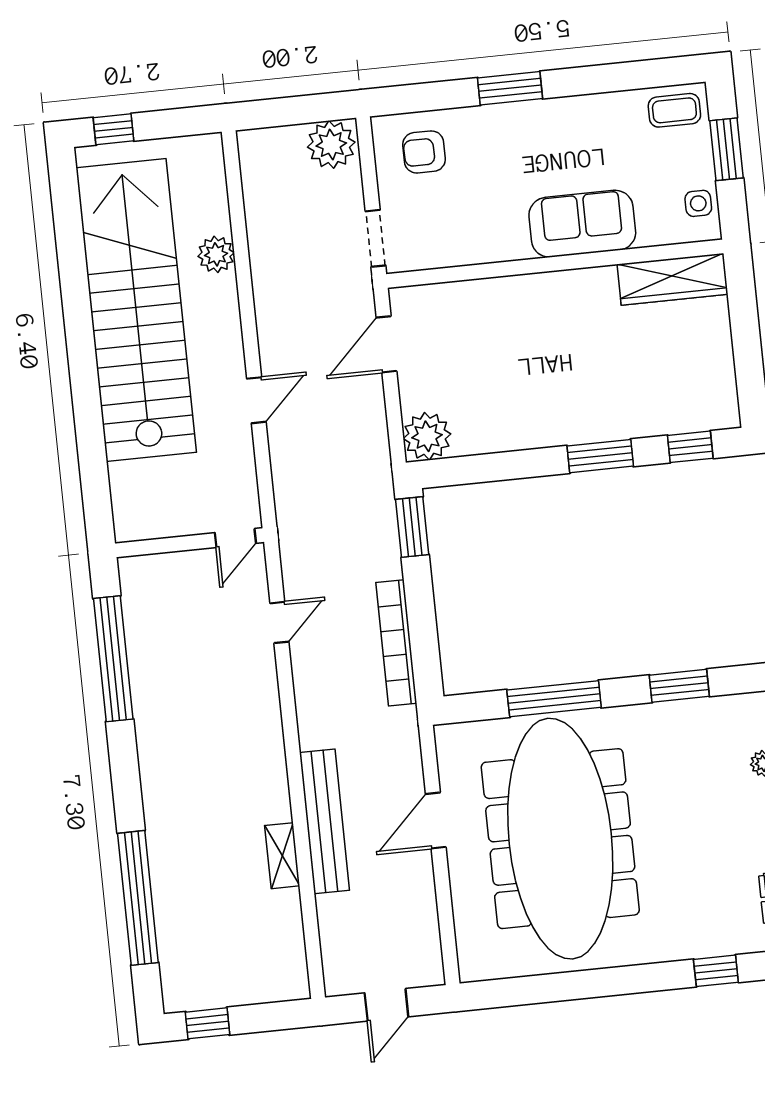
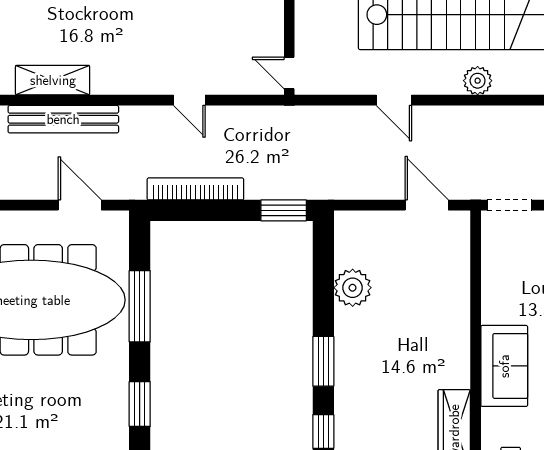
plant: (216, 254) -> (478, 81), moved
plant: (427, 436) -> (353, 288), moved
door: (279, 622) -> (189, 100), moved
door: (436, 820) -> (80, 205), moved
shelving: (282, 856) -> (53, 80), width x1.50, depth x1.33

